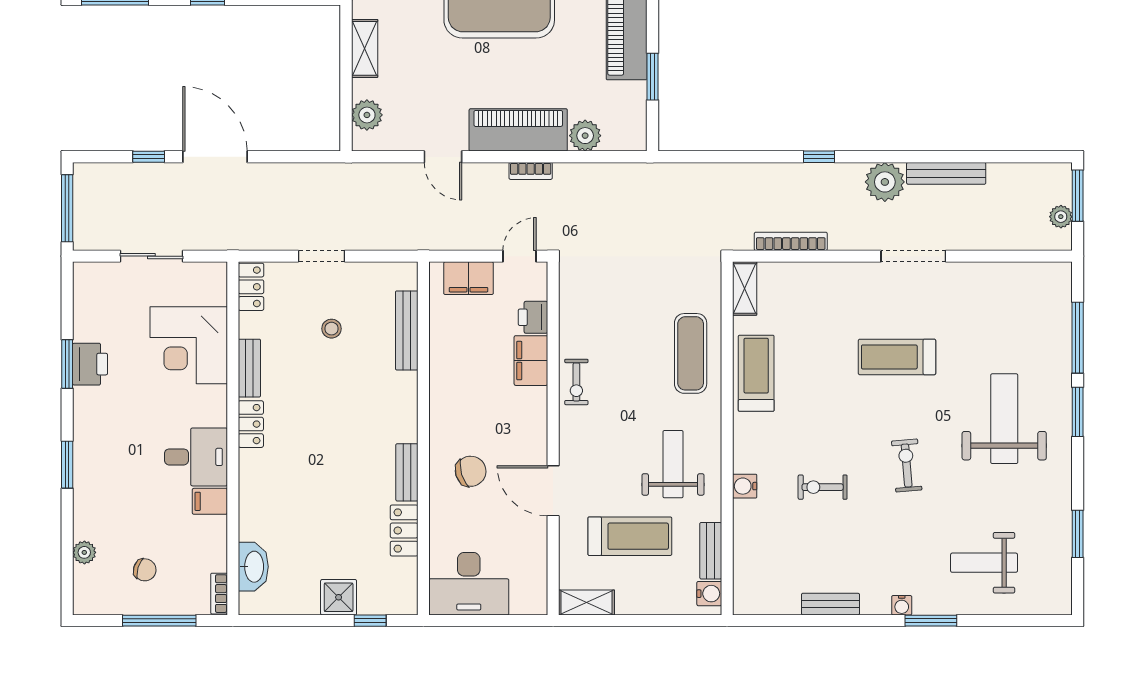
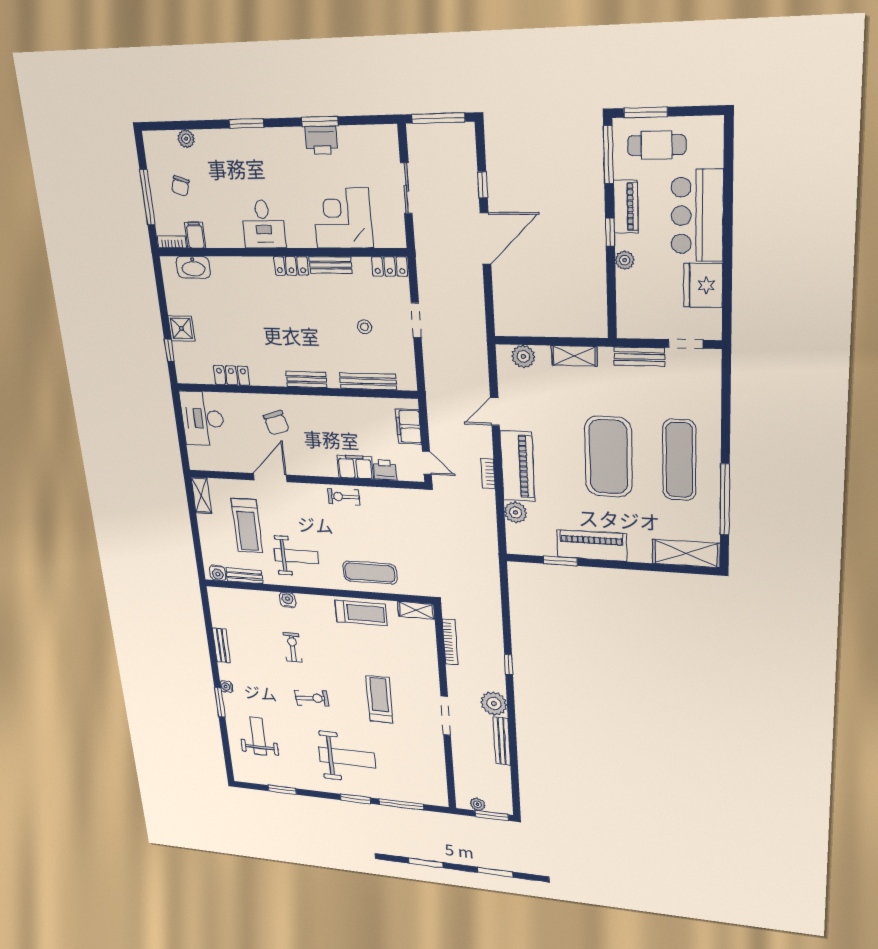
bench: (407, 472) -> (306, 380), moved
filing cabinet: (210, 501) -> (195, 235), moved

